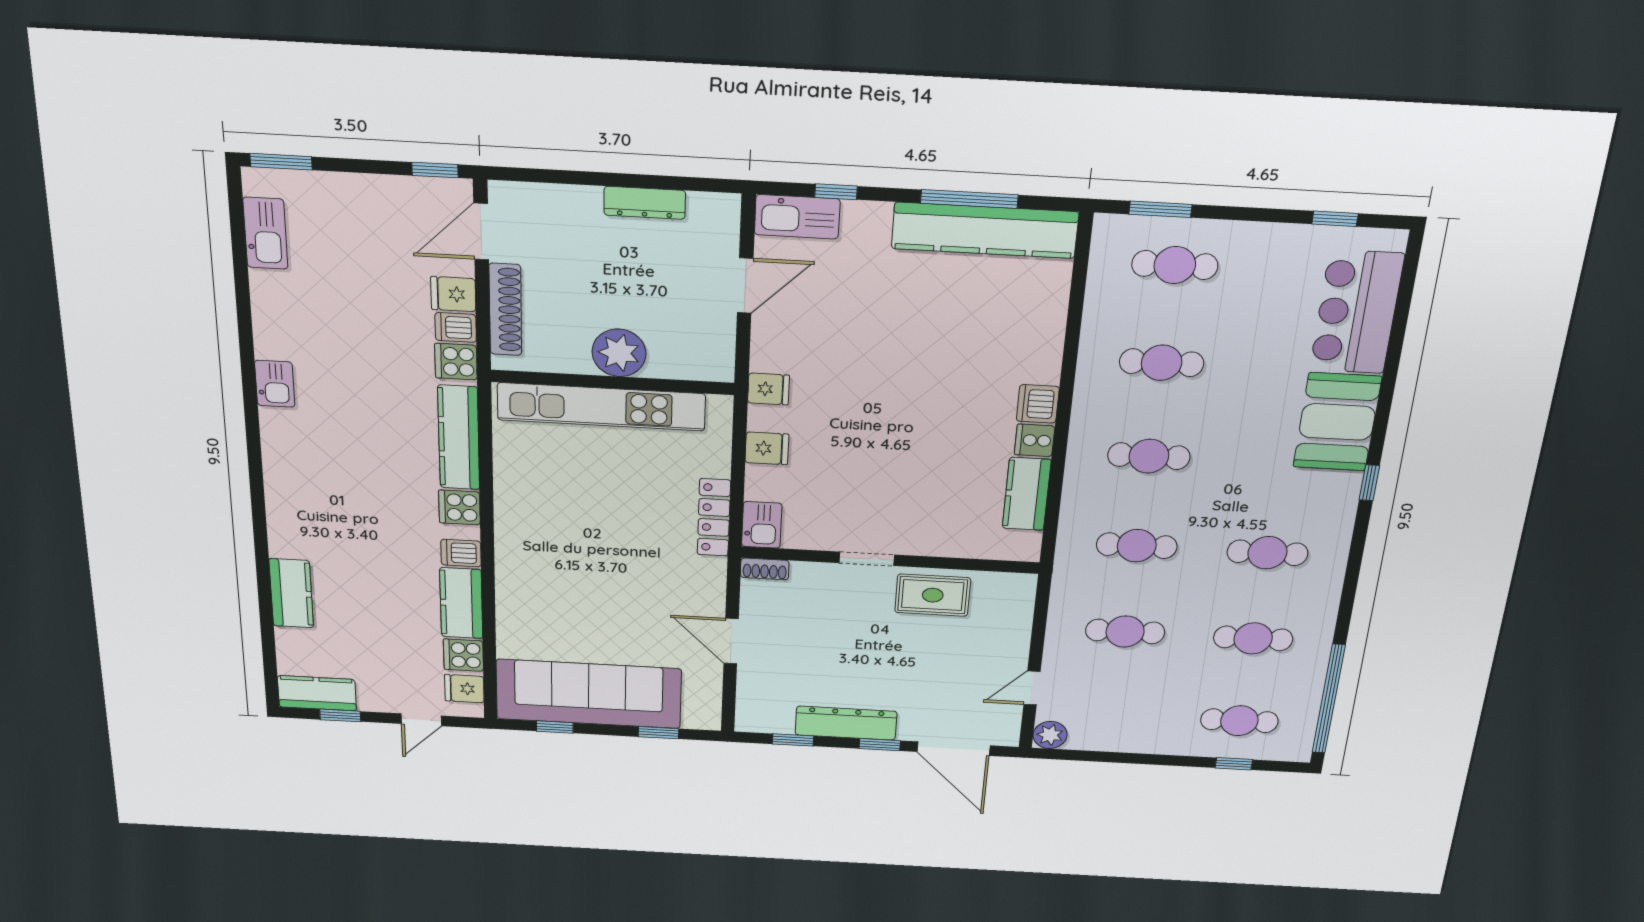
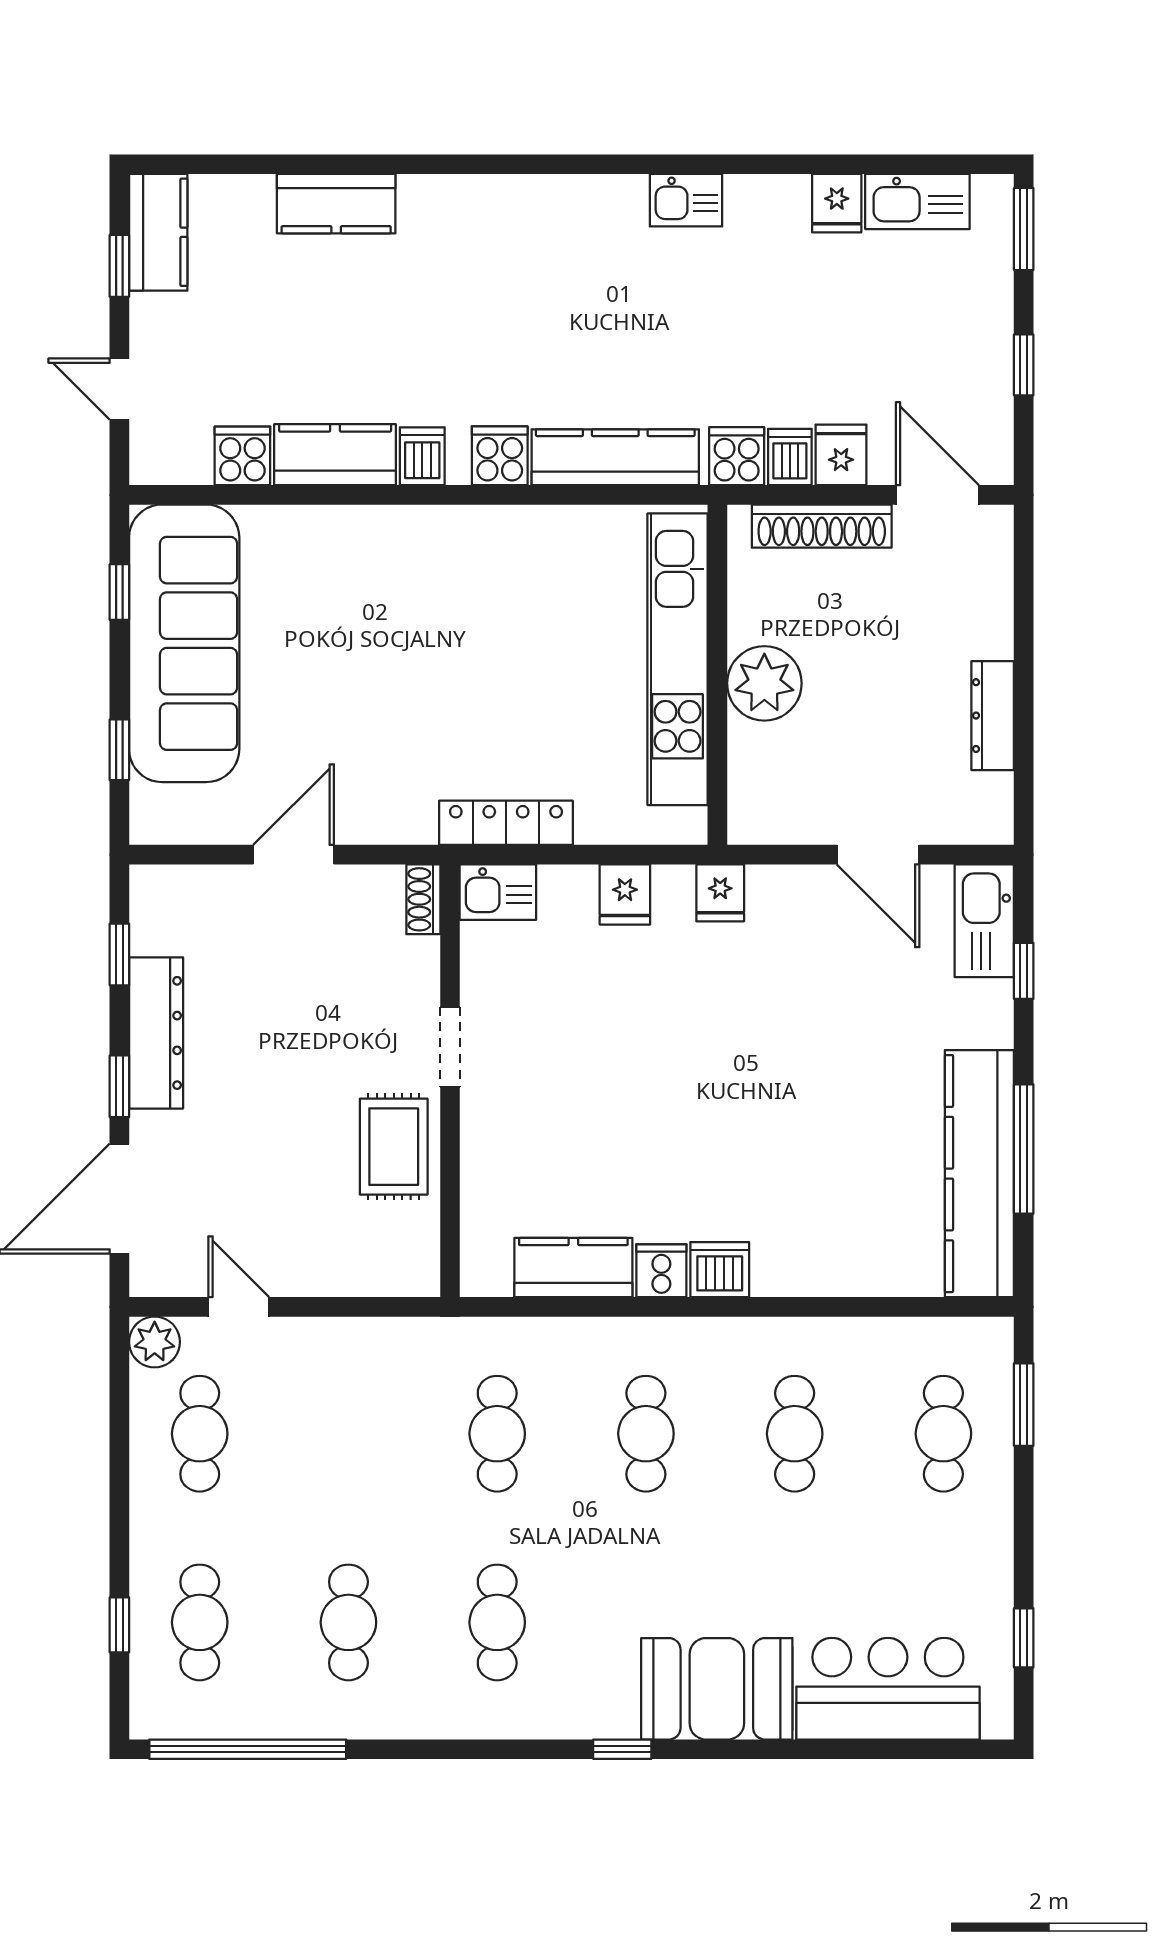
window: (435, 170) -> (1024, 365), moved
cafe table: (1125, 631) -> (200, 1434), moved
fridge: (464, 689) -> (837, 203), moved, turned 180

